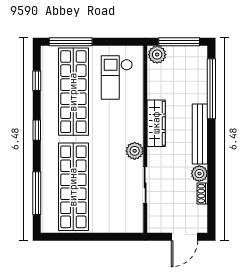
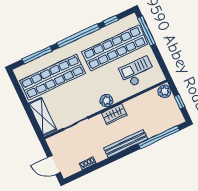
window: (179, 42) -> (180, 102), width x0.46
wardrobe: (156, 123) -> (114, 114), width x0.67
window: (37, 130) -> (78, 36), width x3.17
plant: (135, 151) -> (106, 101), moved
plant: (199, 174) -> (100, 155), removed
shelving: (117, 223) -> (42, 117), added

